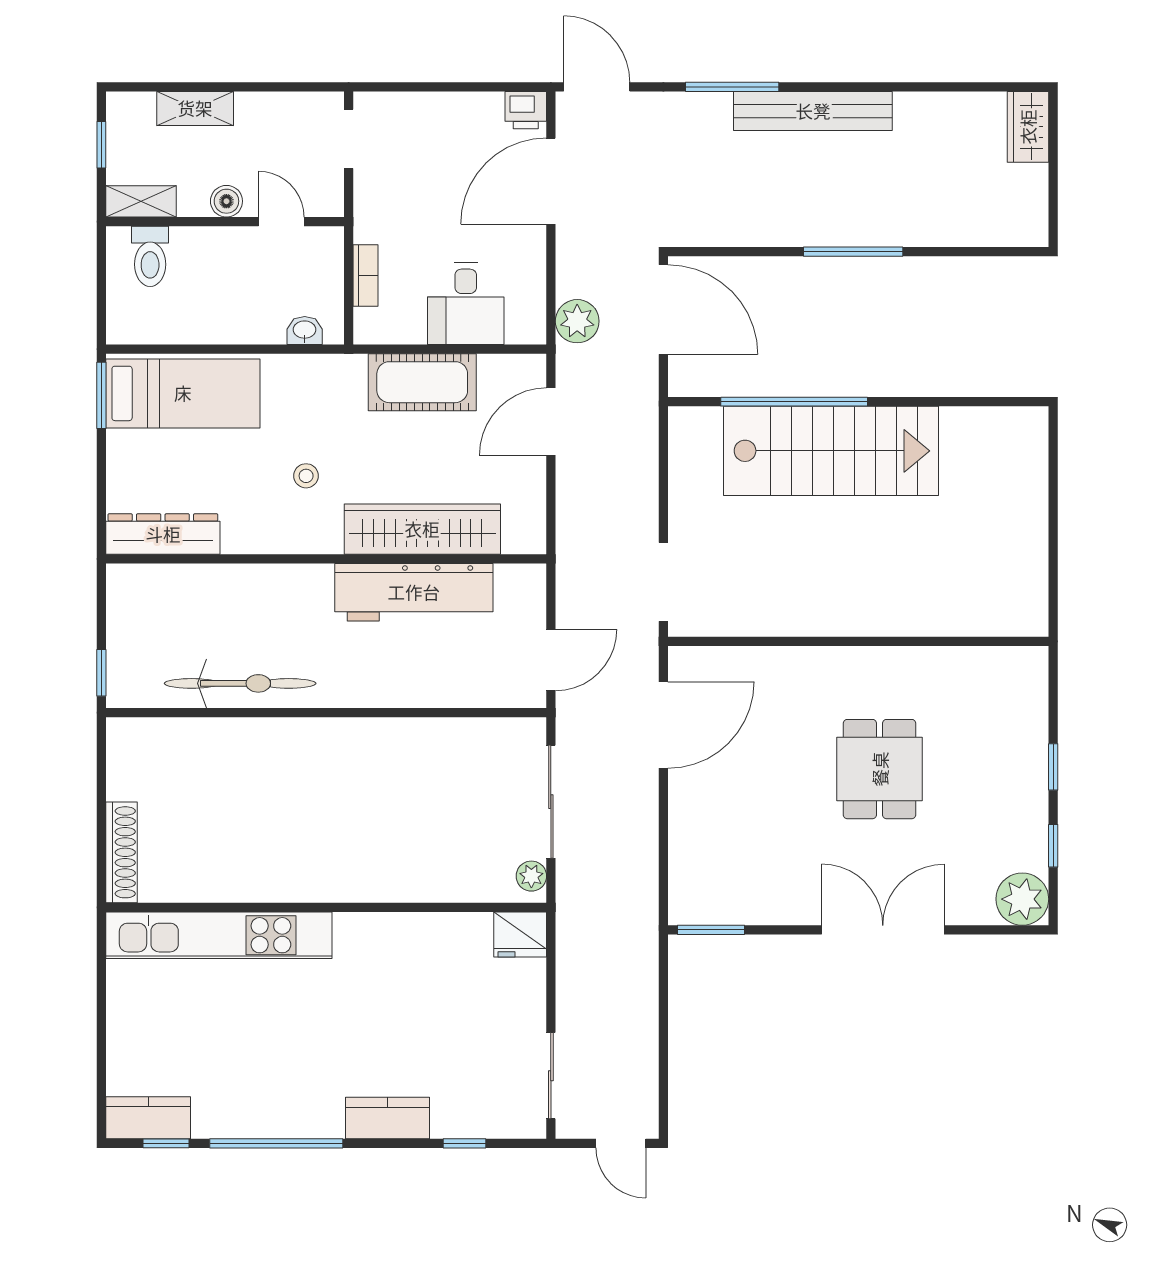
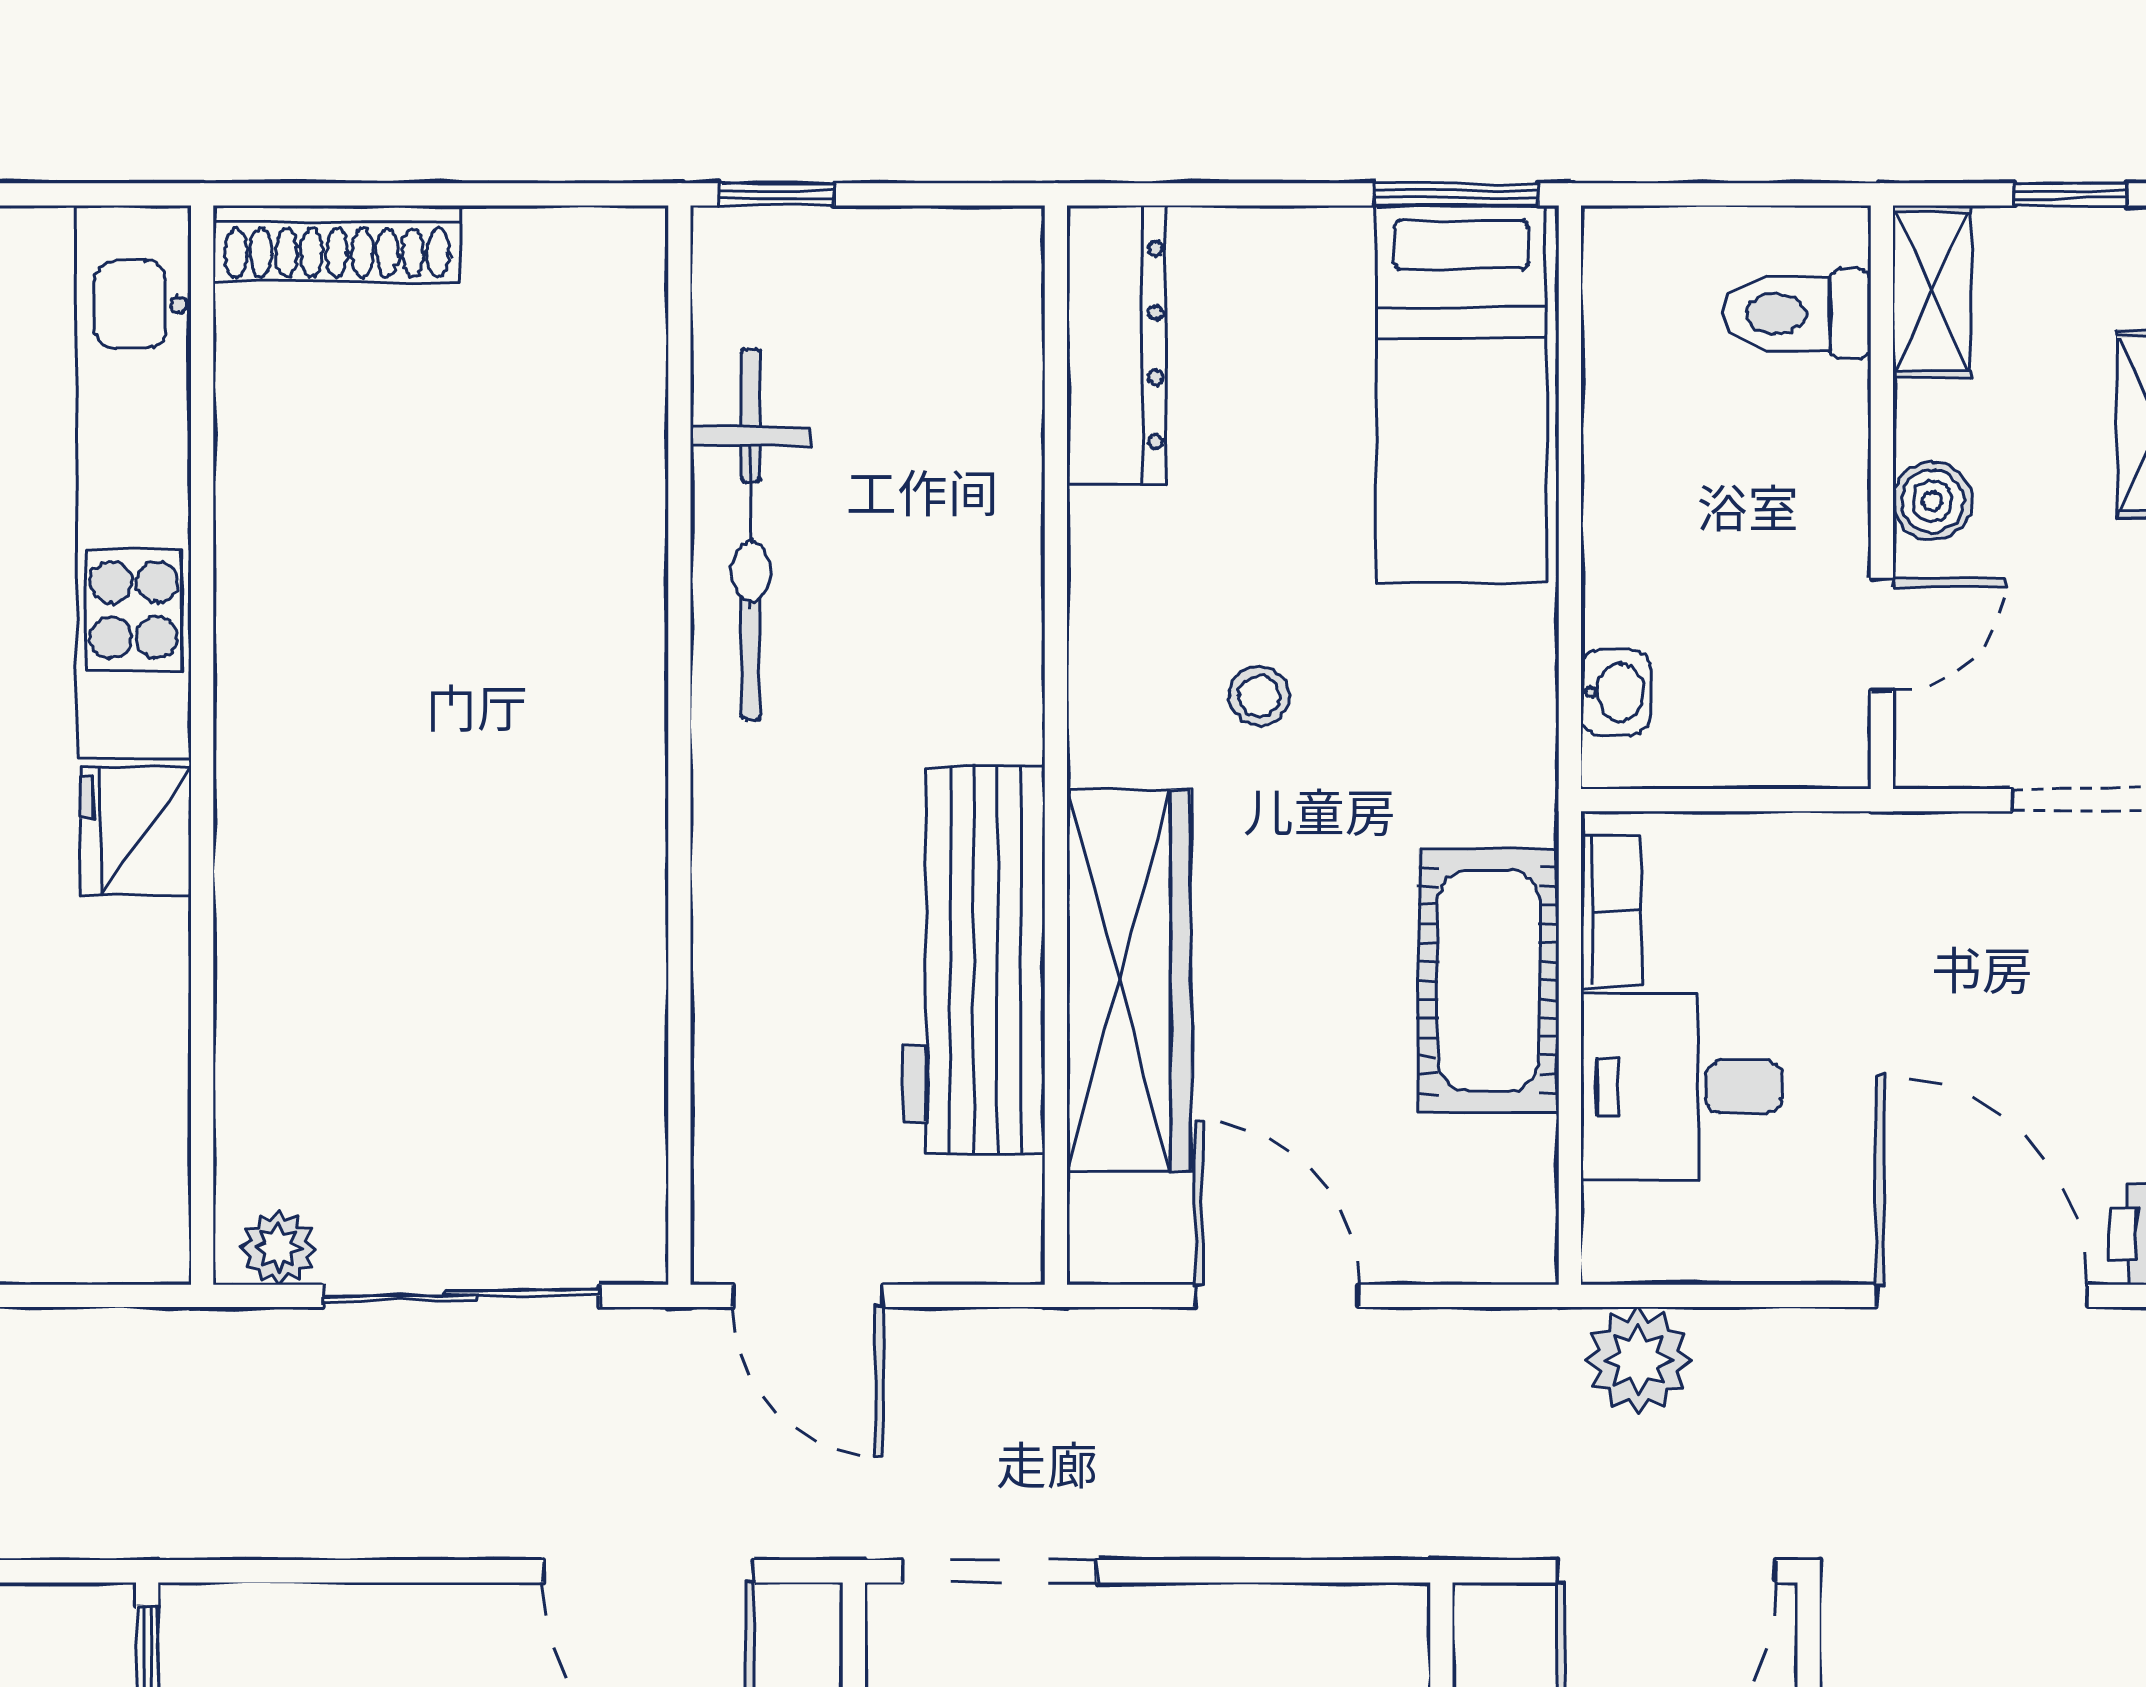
bookcase: (366, 276) -> (1611, 911), moved, turned -90
door: (551, 421) -> (1277, 1296), moved
fridge: (520, 934) -> (136, 831), moved

